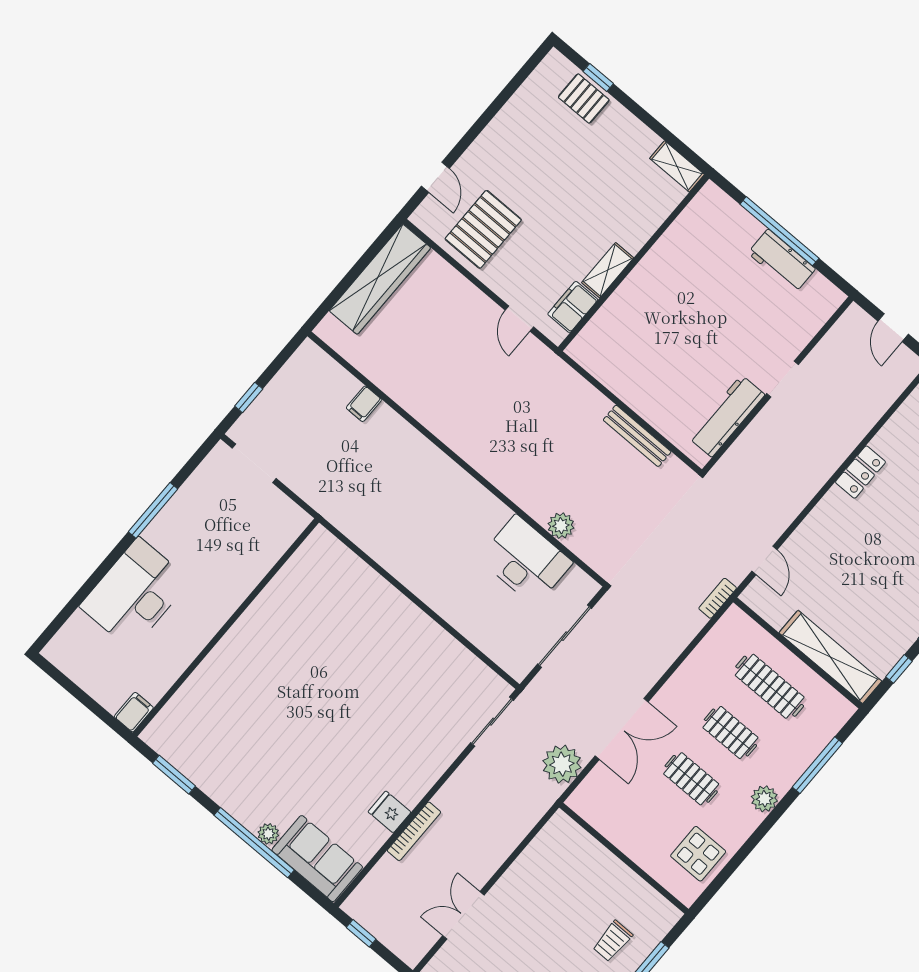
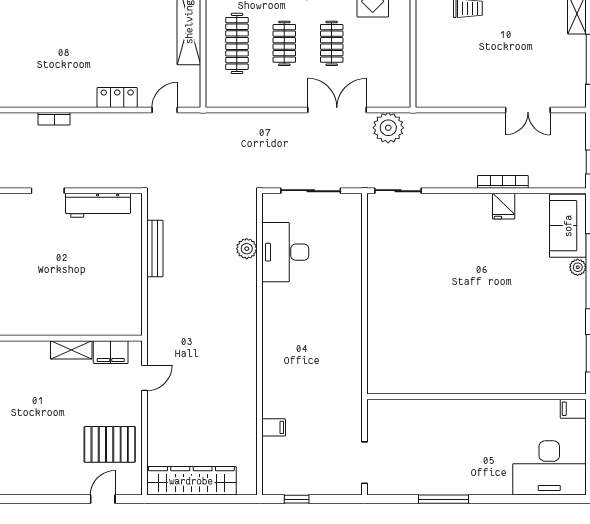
window: (249, 397) -> (297, 499), moved
locker: (860, 472) -> (117, 97), moved
desk: (135, 594) -> (549, 468), moved
bookcase: (718, 598) -> (54, 119), moved

